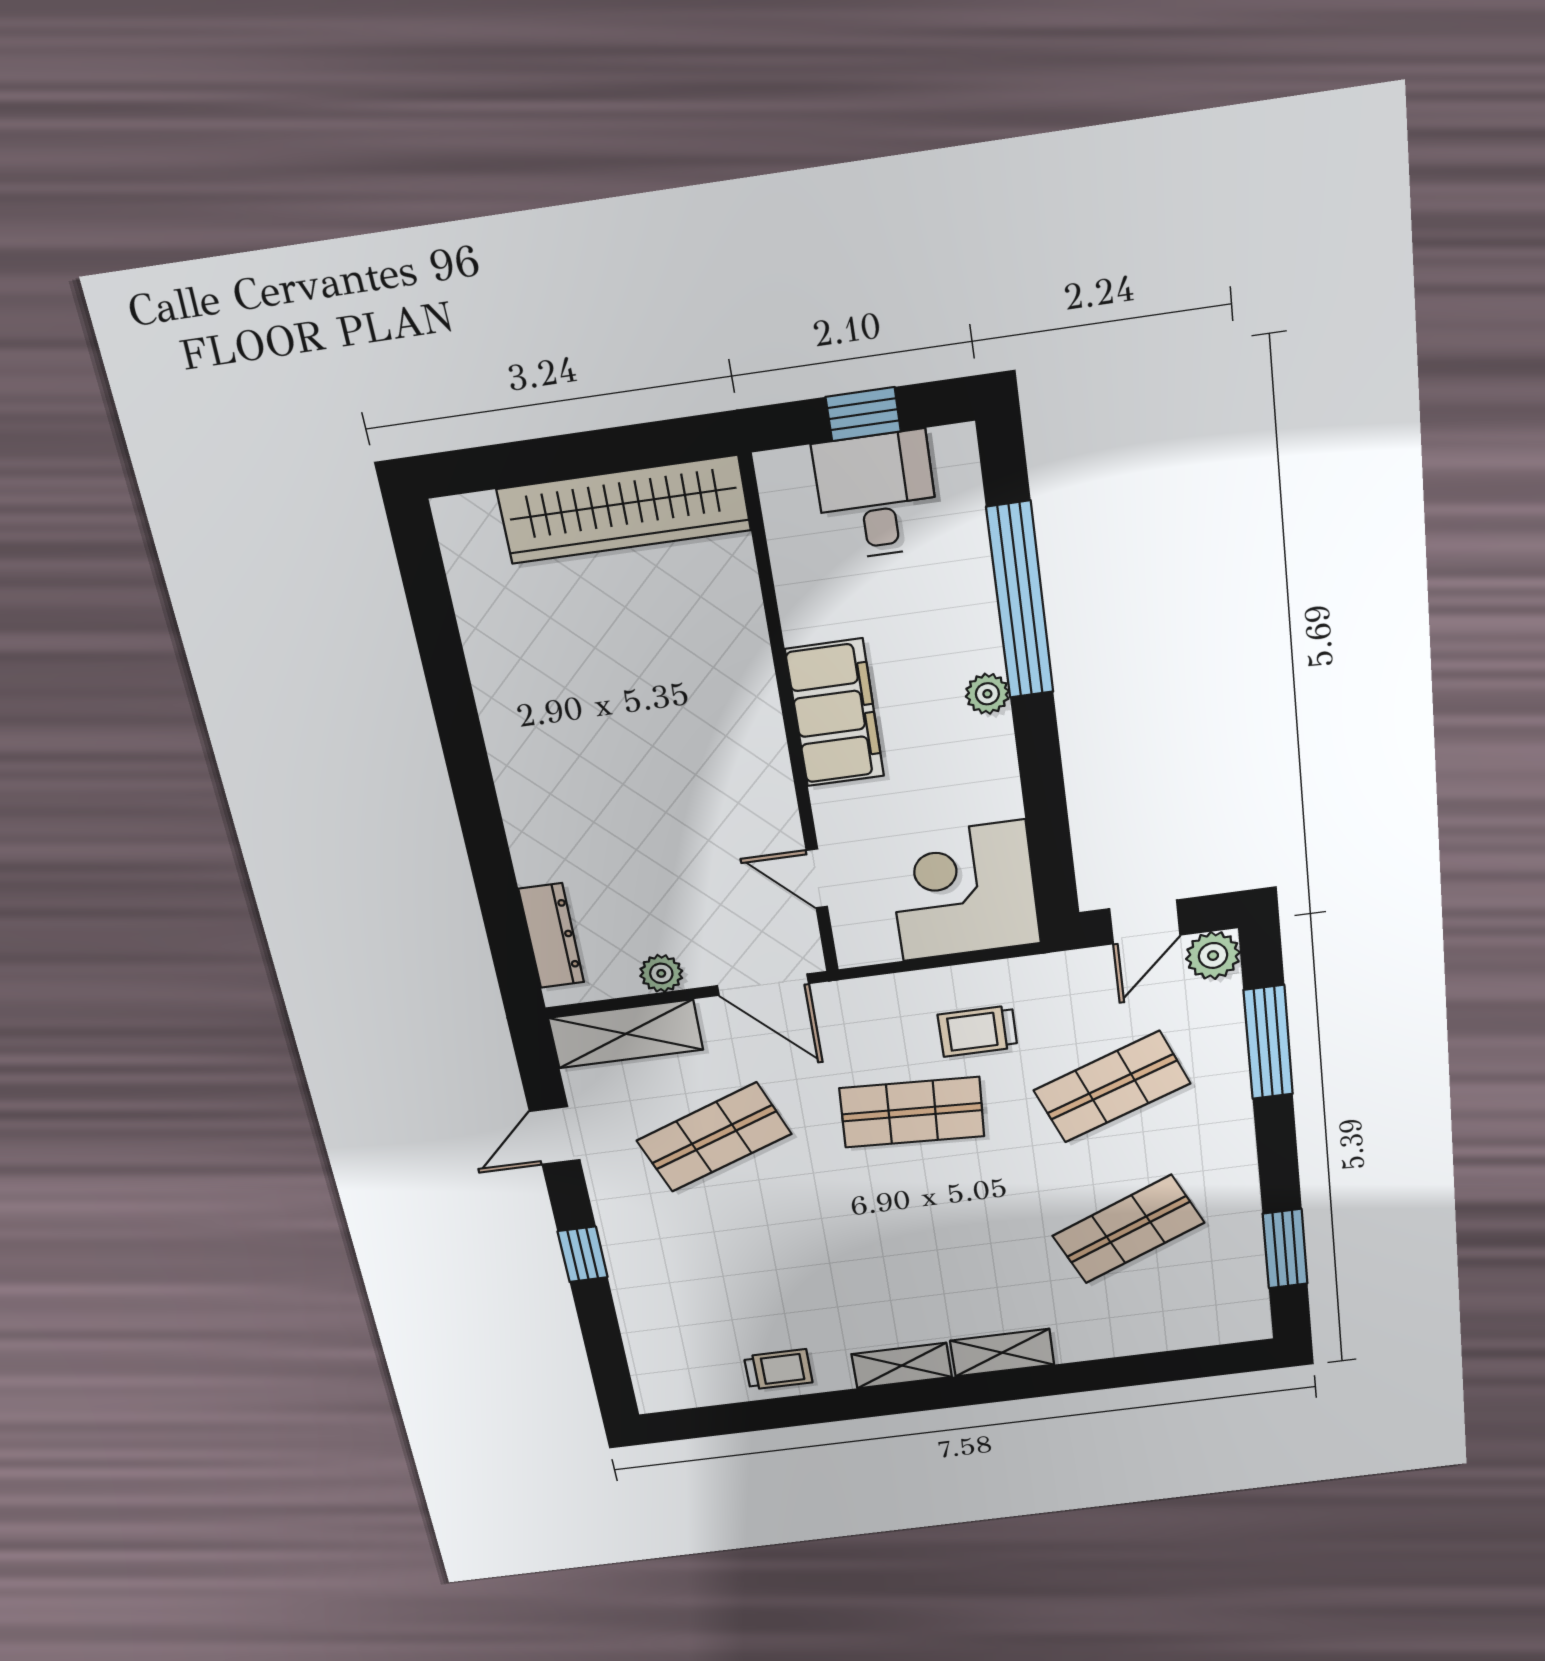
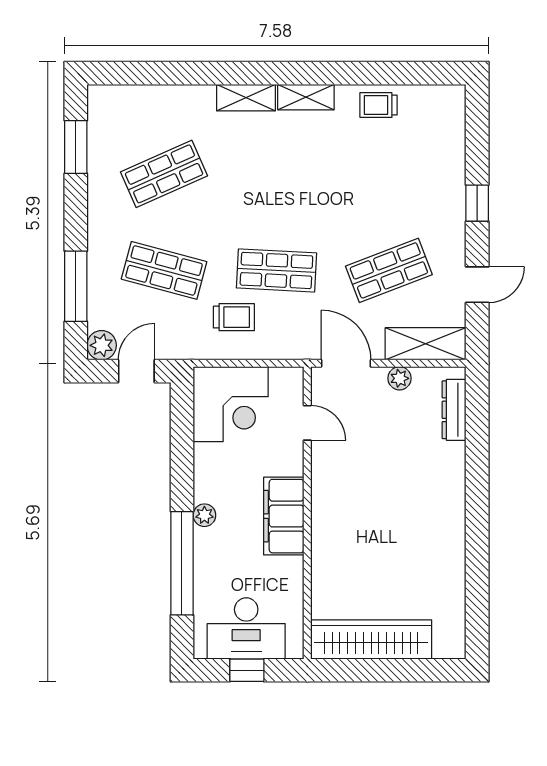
desk: (876, 496) -> (246, 628), width x1.37
shop shelf: (1112, 1087) -> (164, 270), turned 36

